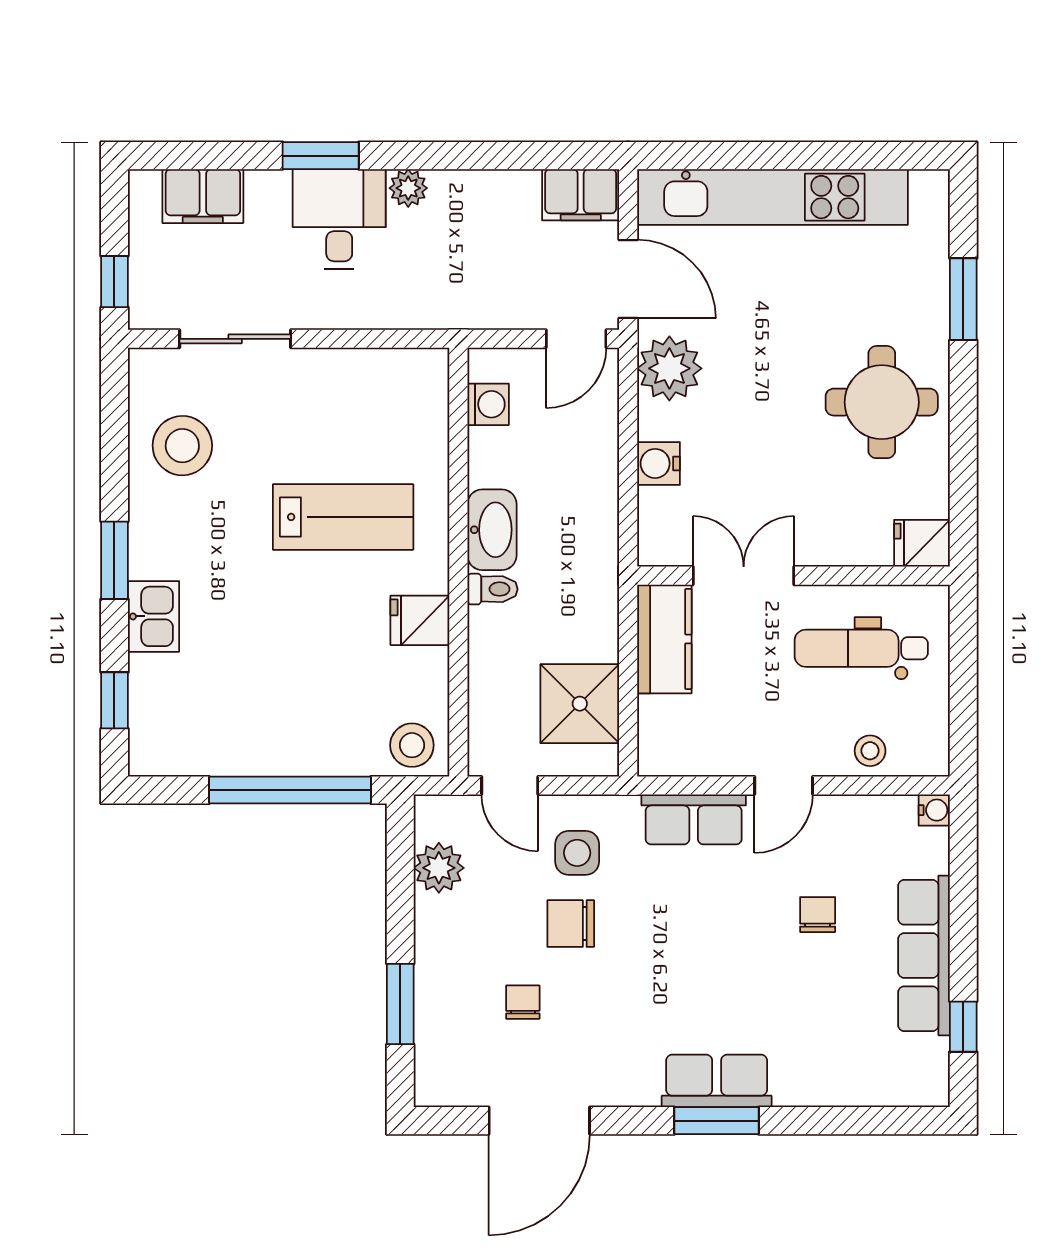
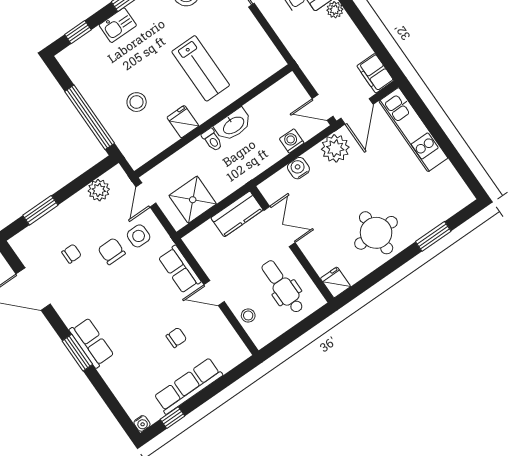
kitchen unit: (772, 197) -> (413, 130), width x0.73
washing machine: (488, 404) -> (292, 141), moved, turned 180
stool: (412, 745) -> (137, 102), moved
water cooler: (934, 810) -> (142, 423), moved

